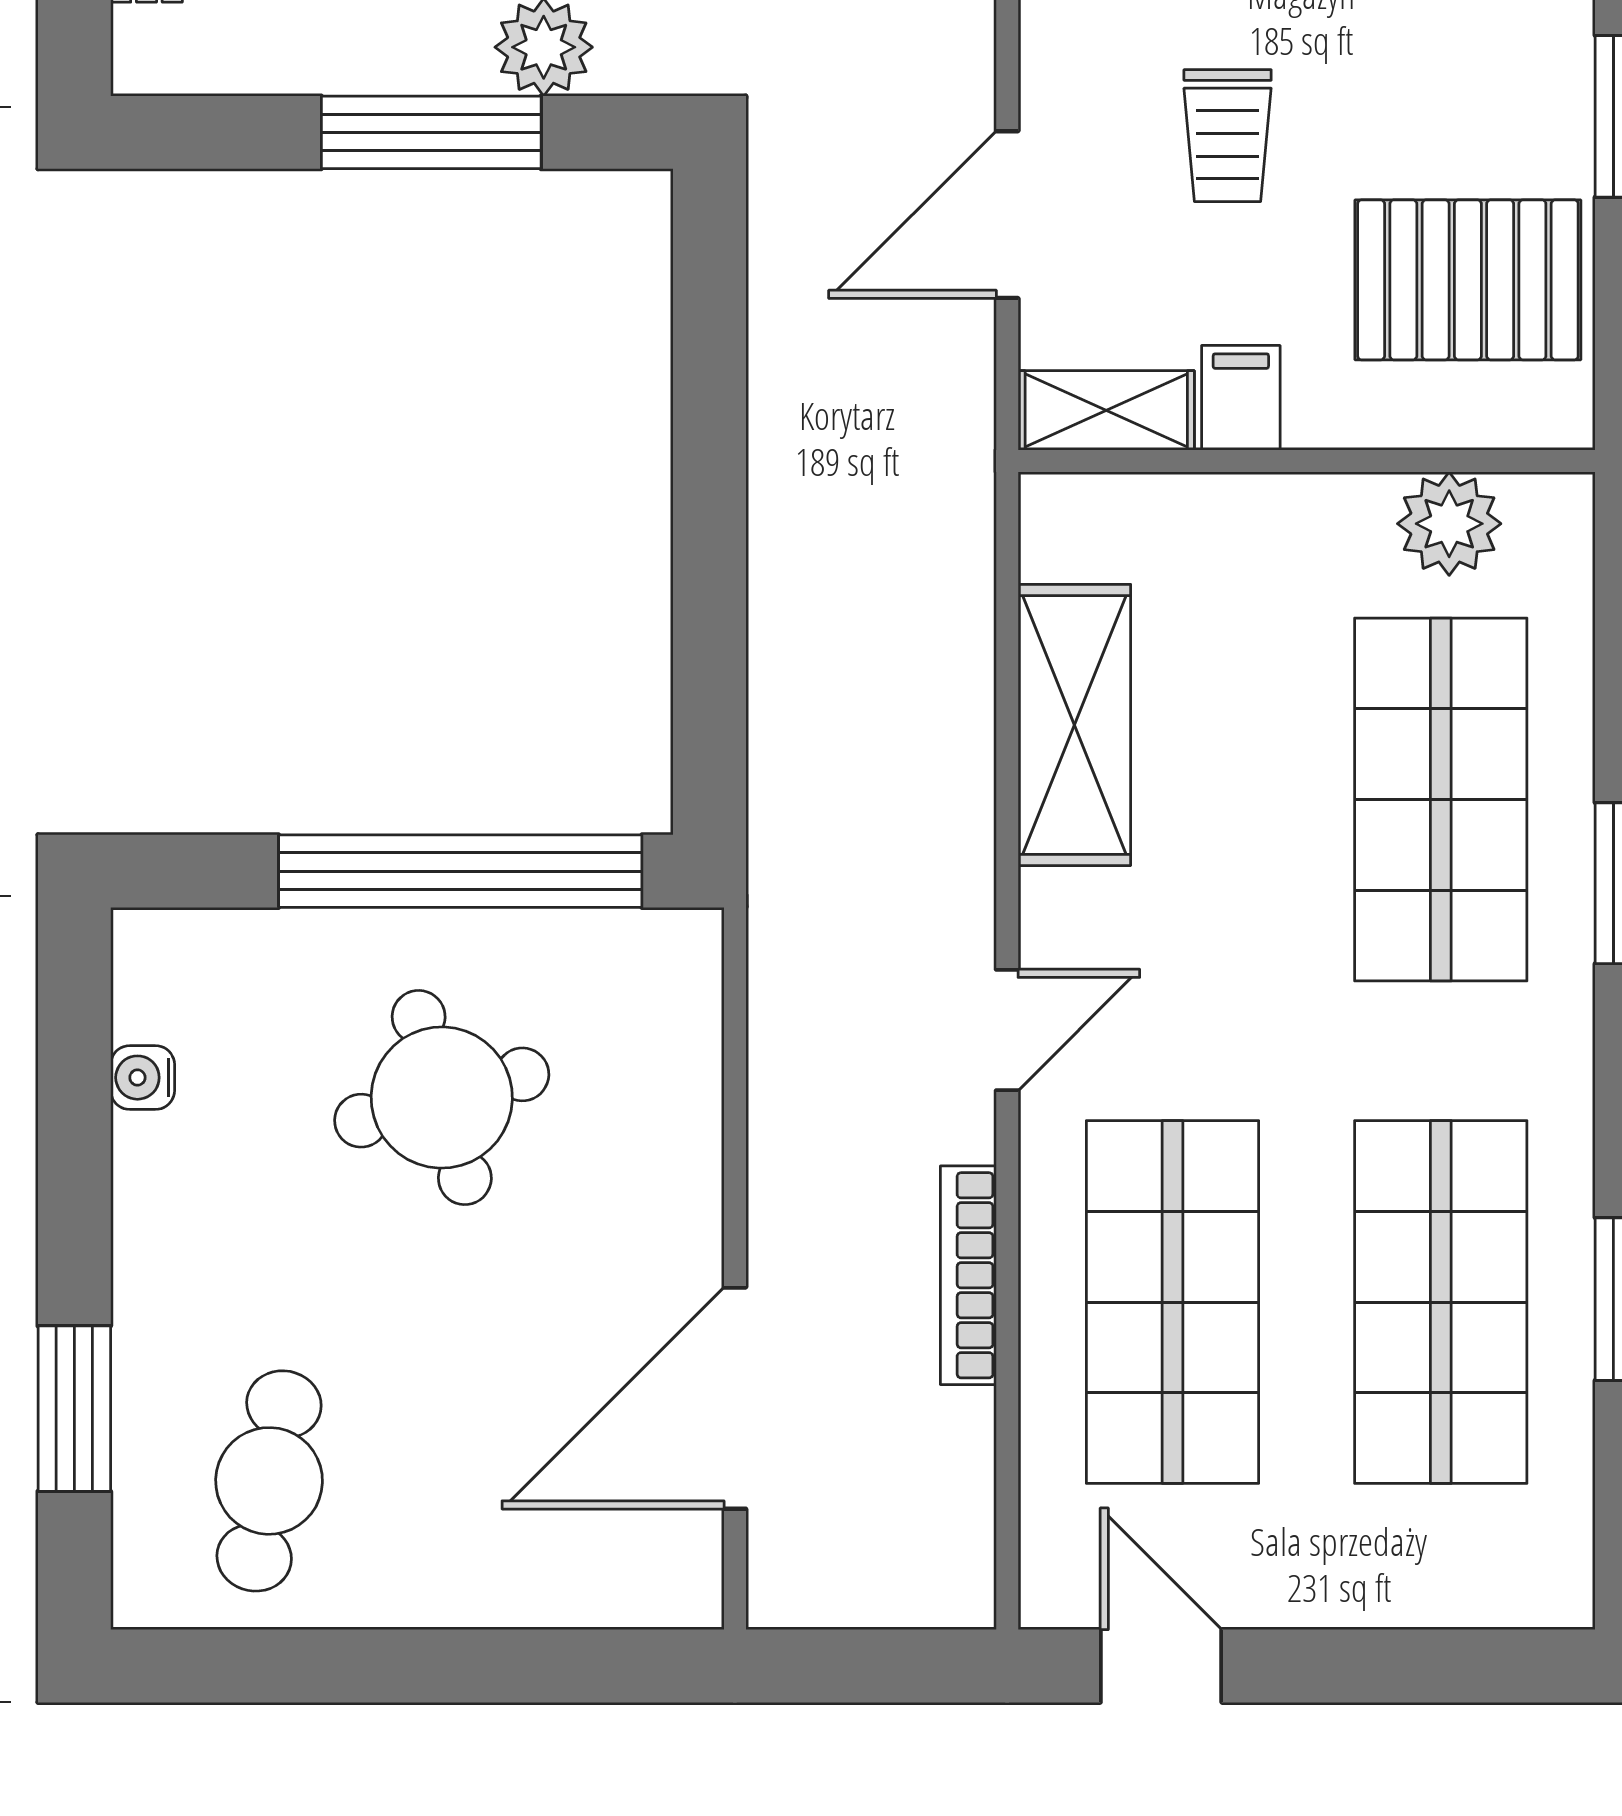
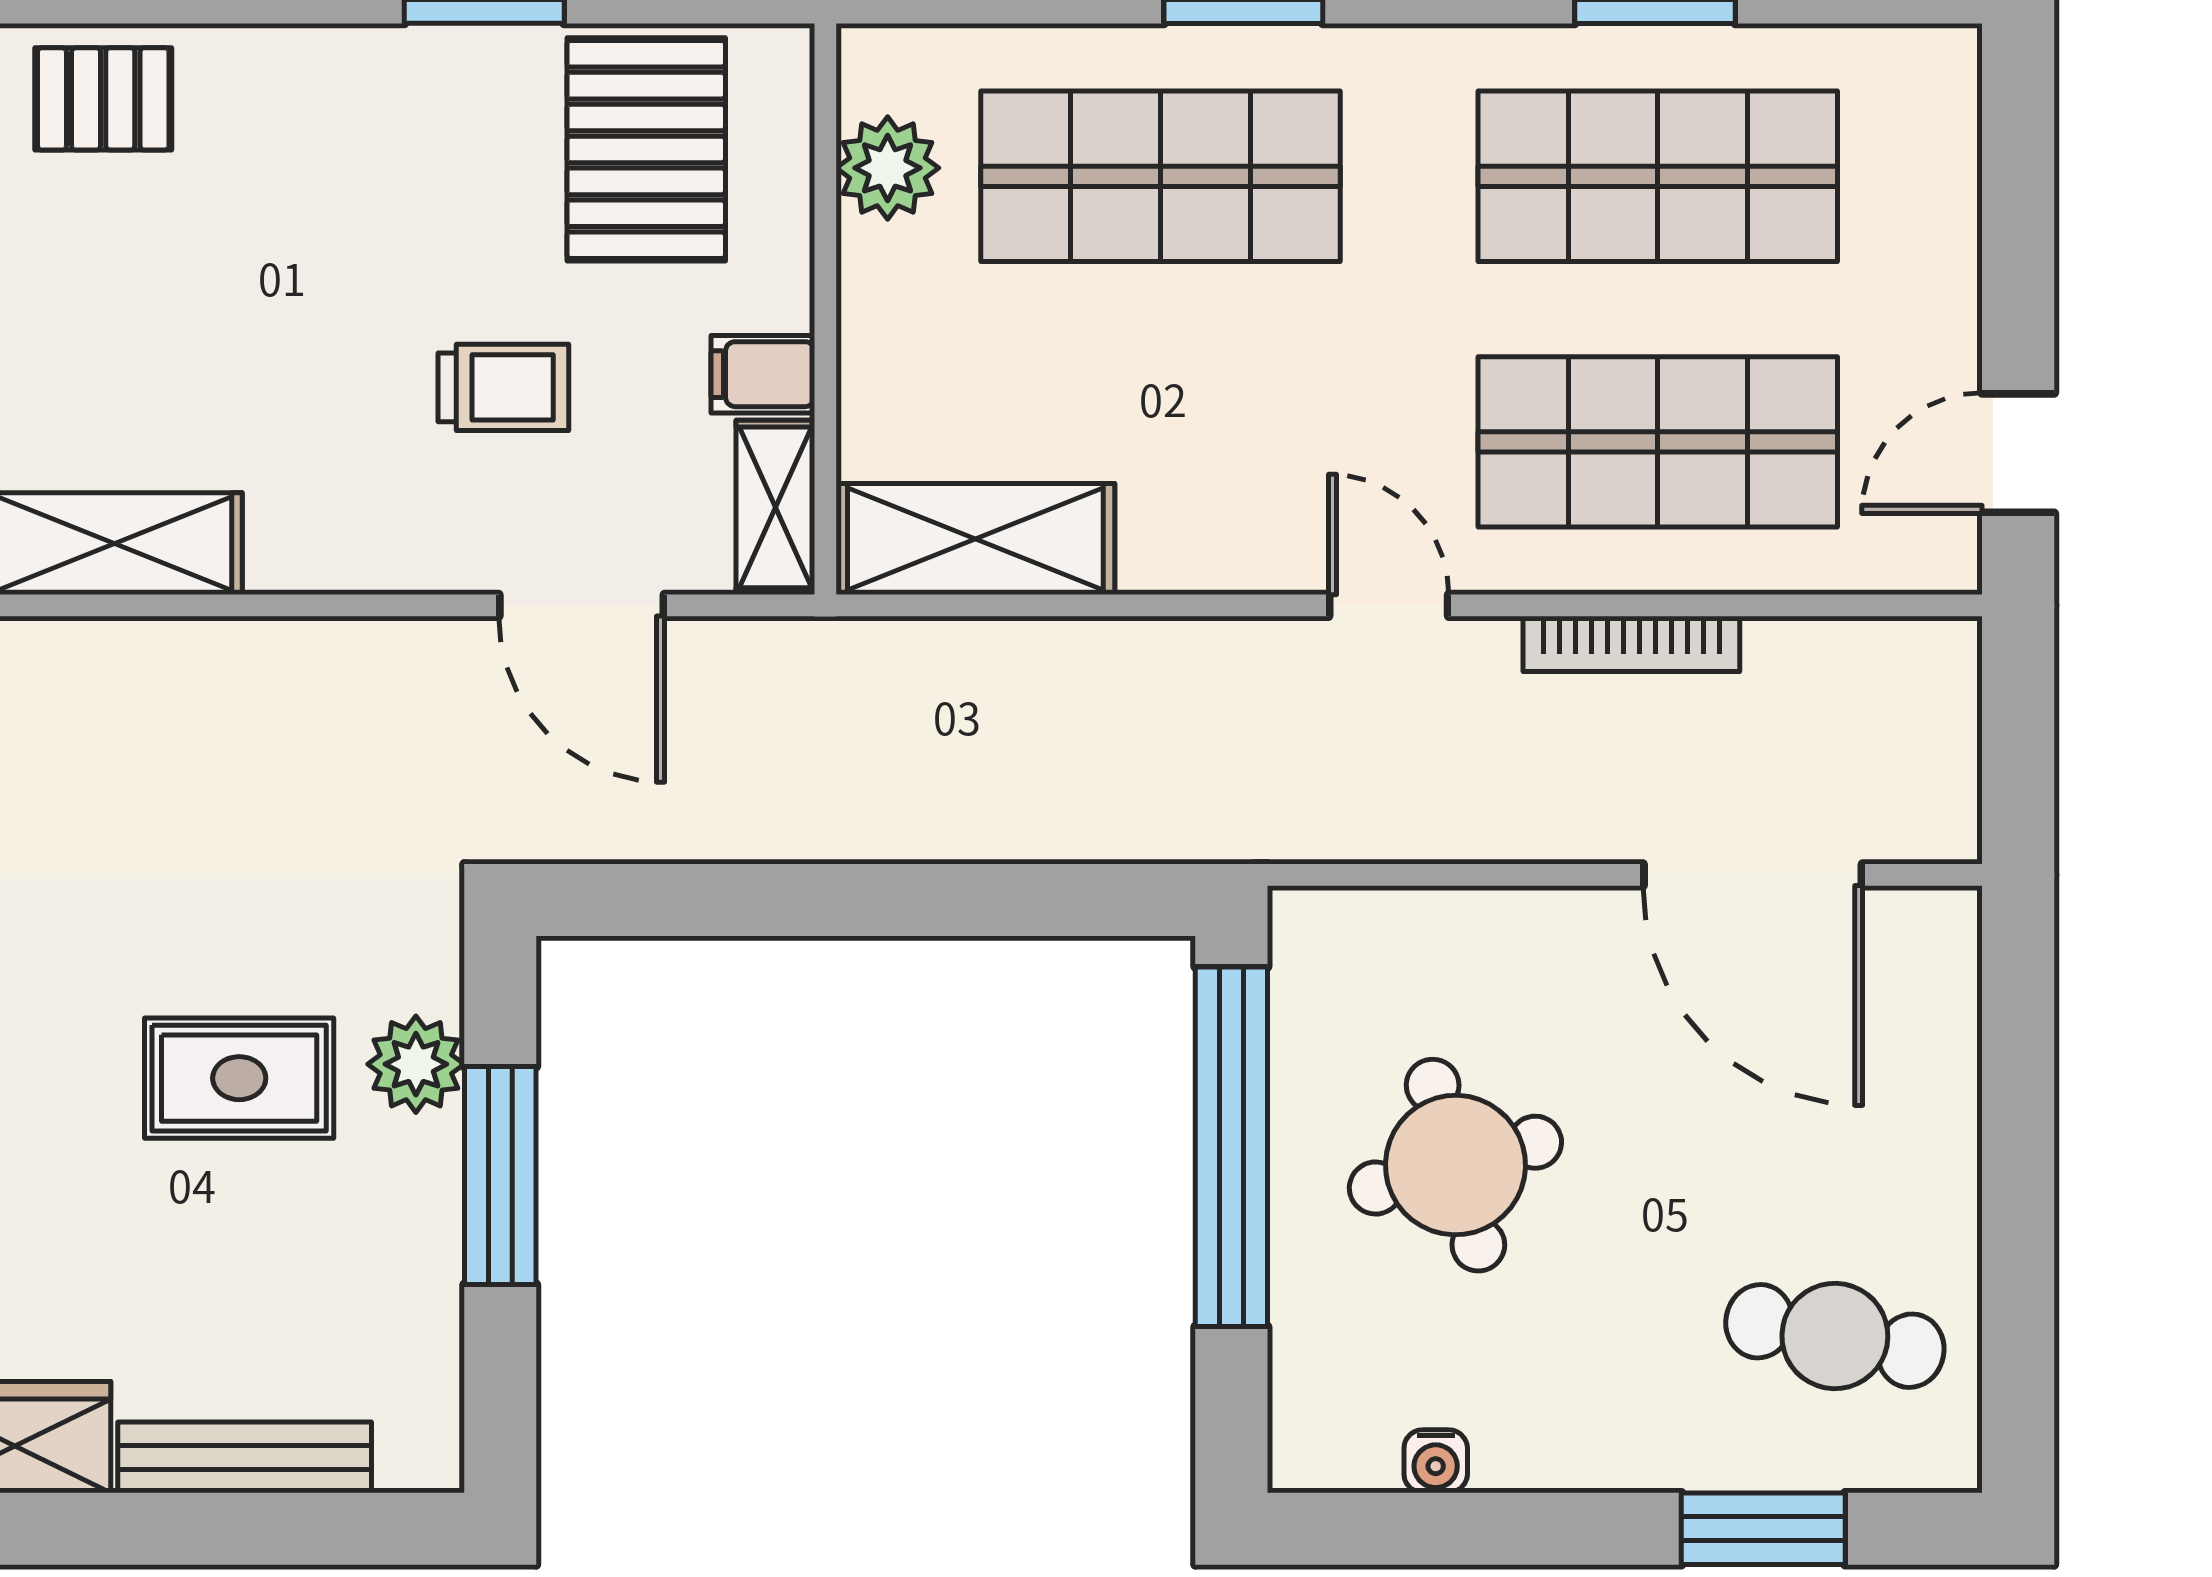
shelving: (1074, 725) -> (975, 539), moved

